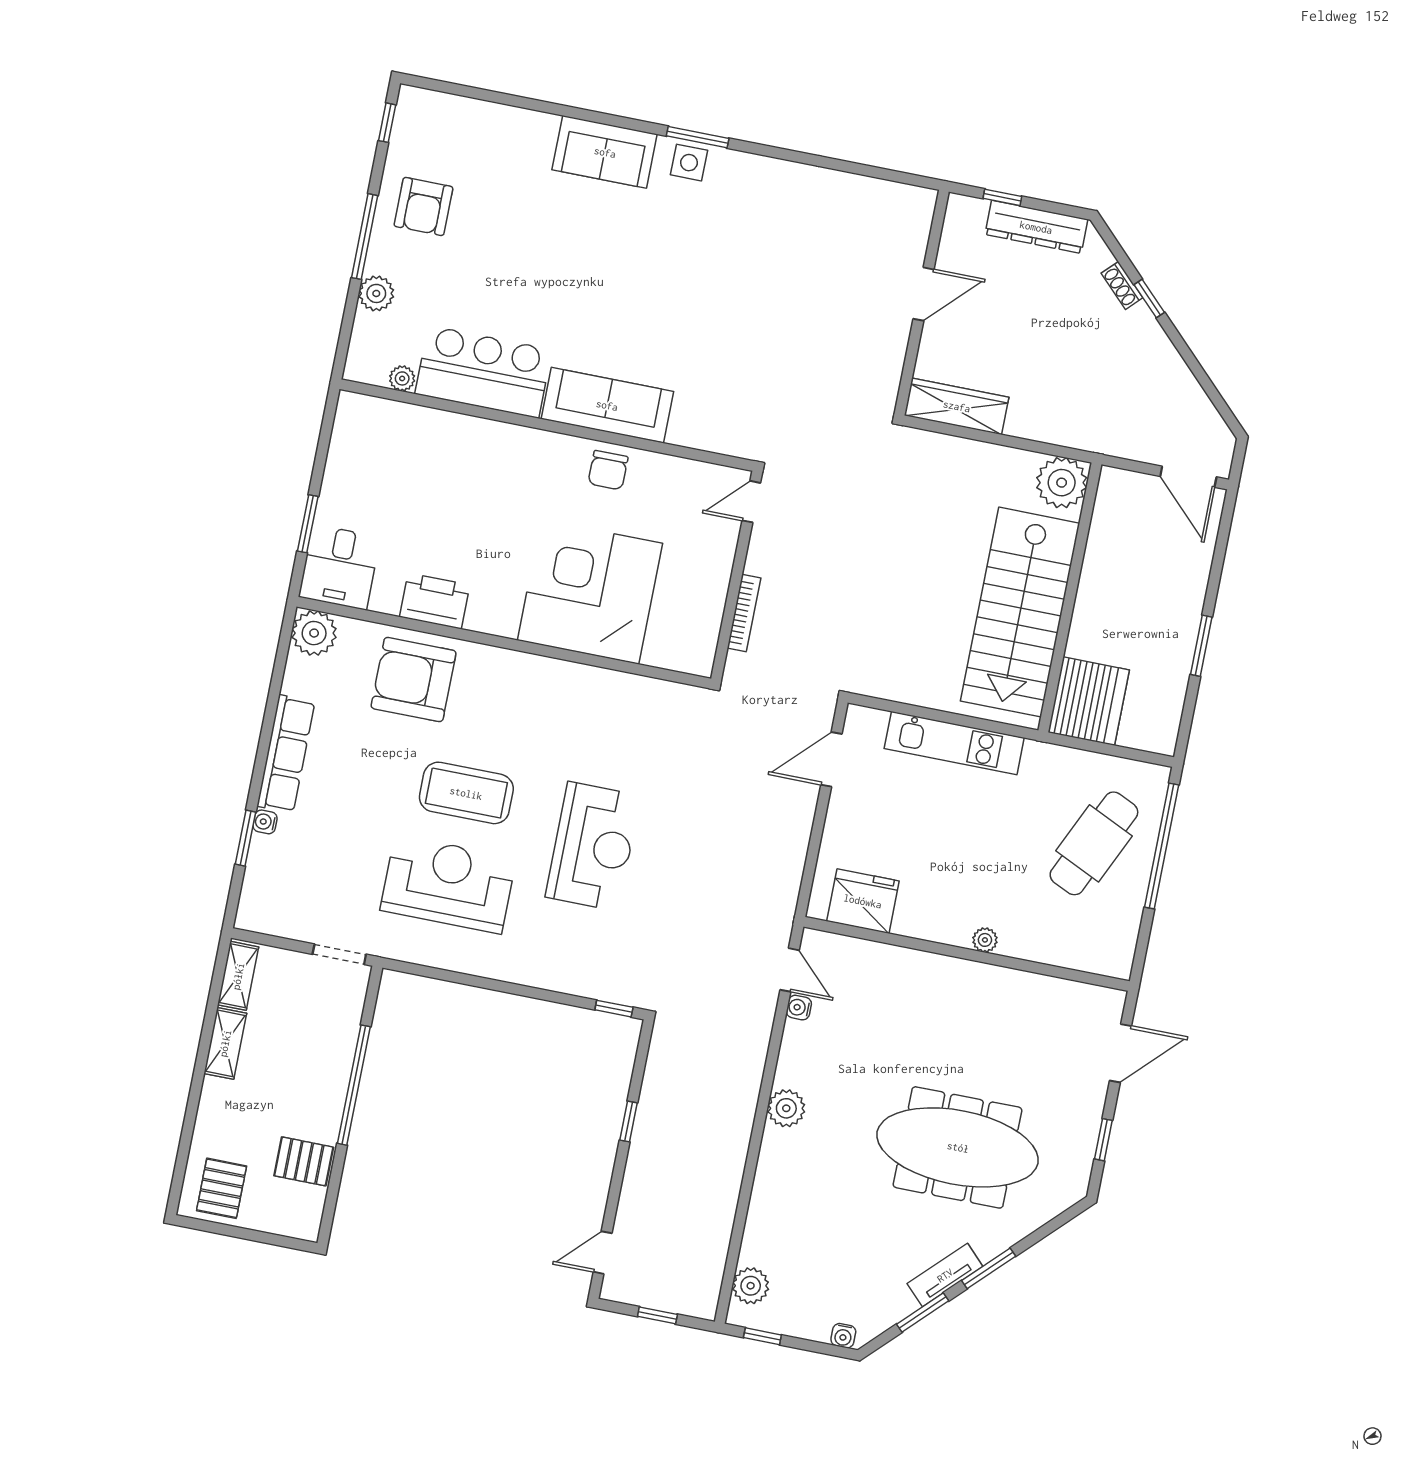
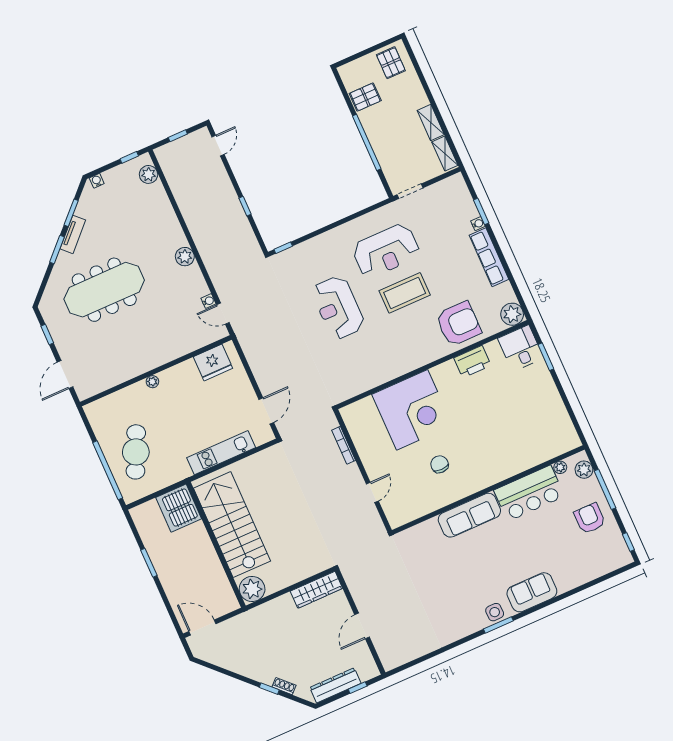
bar counter: (483, 372) -> (529, 493), moved
plant: (402, 378) -> (560, 467), moved
sofa: (607, 405) -> (469, 515), moved
wall: (547, 425) -> (488, 490), moved

